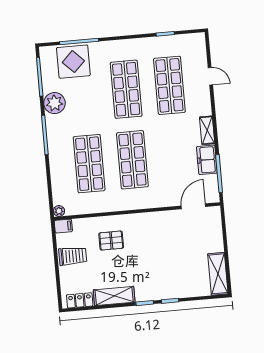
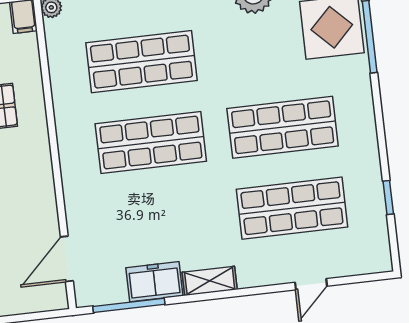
door: (193, 206) -> (67, 259), swing flipped

